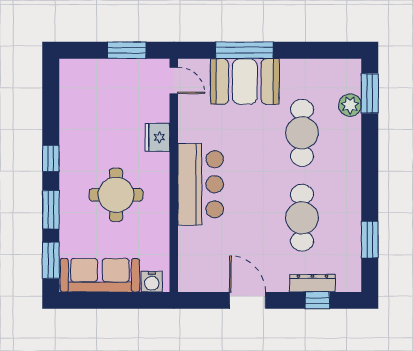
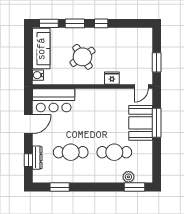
bar counter: (201, 184) -> (54, 100), moved
round table: (116, 195) -> (82, 57), turned -34

